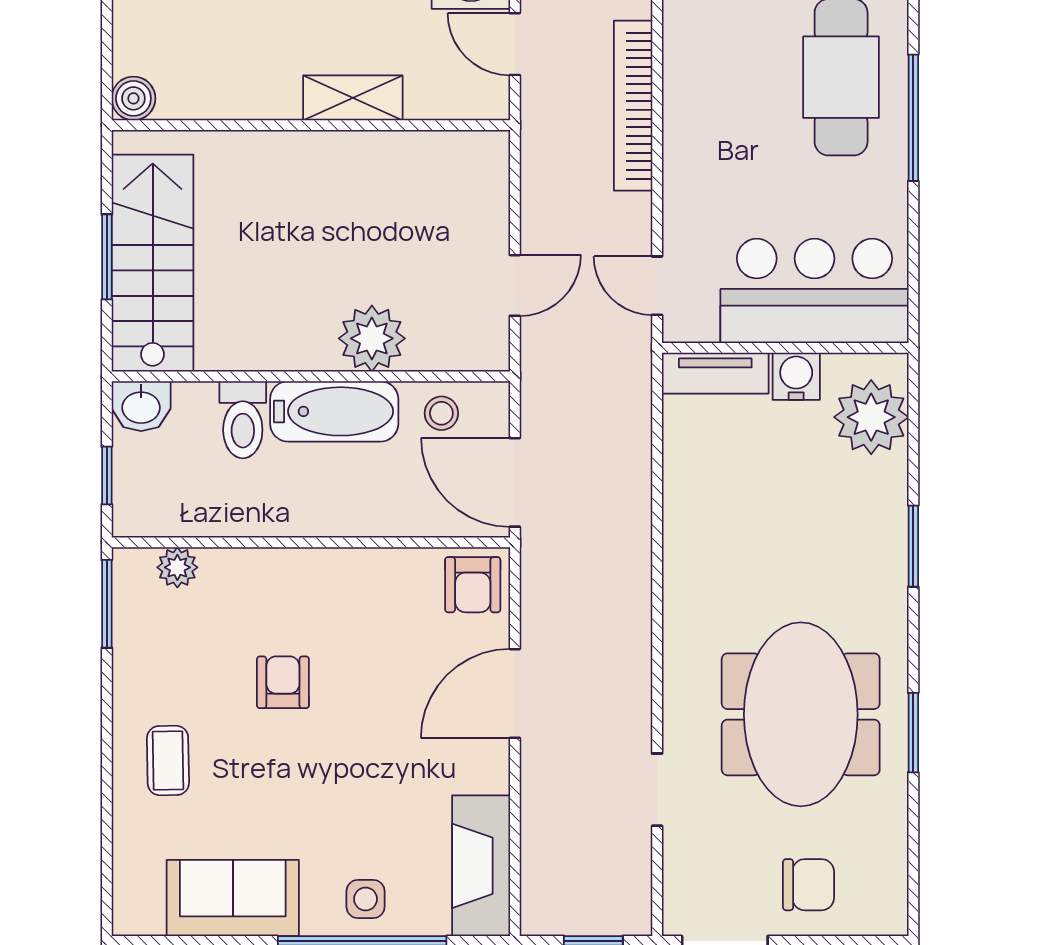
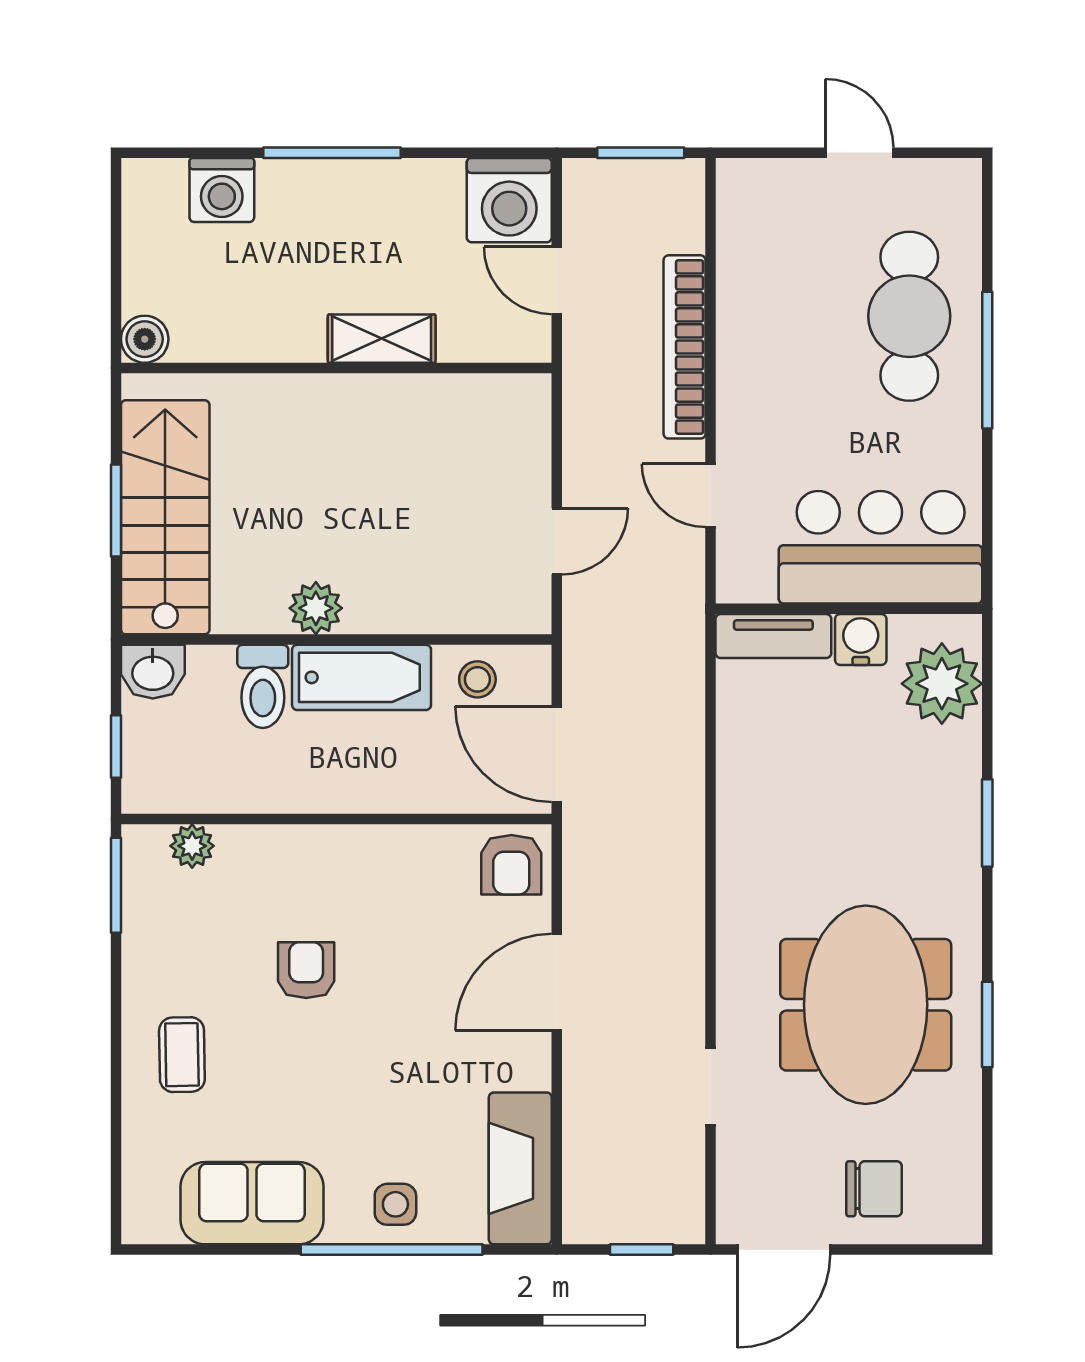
door: (657, 286) -> (710, 496), moved
plant: (372, 338) -> (316, 608), moved, width x0.73, depth x0.73

